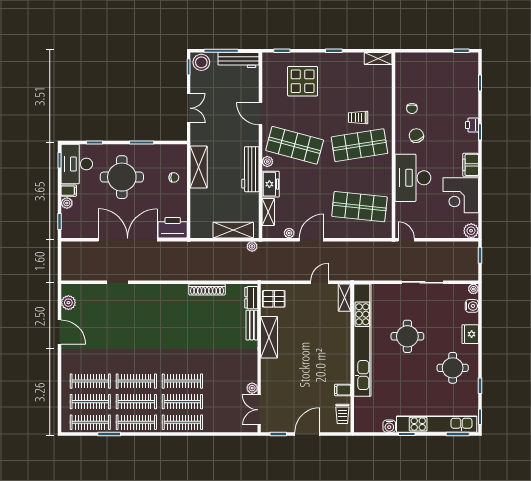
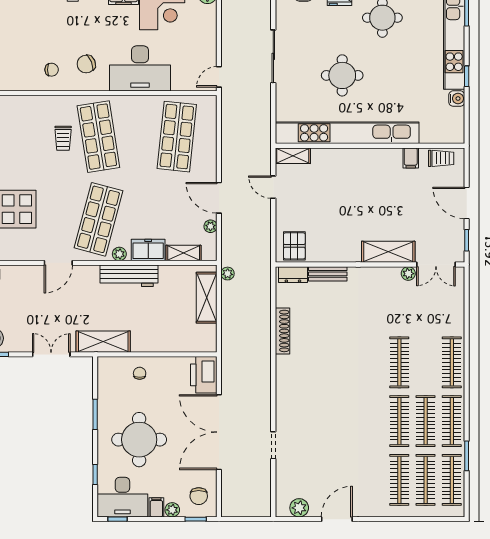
shelving: (199, 167) -> (103, 342), moved
chair: (78, 224) -> (199, 496), added
shelving: (269, 337) -> (388, 252), moved
clothes rail: (182, 402) -> (426, 362), removed

